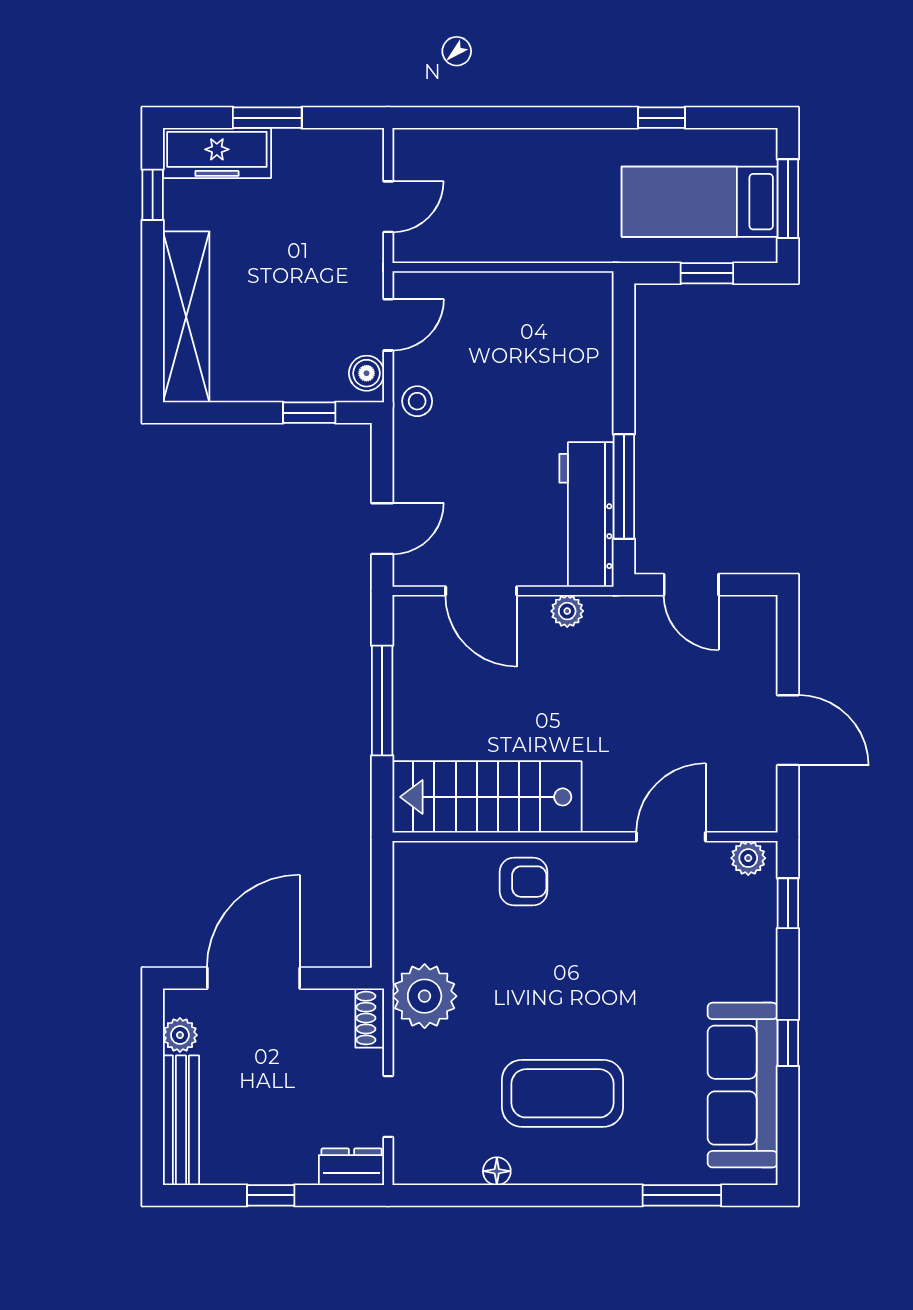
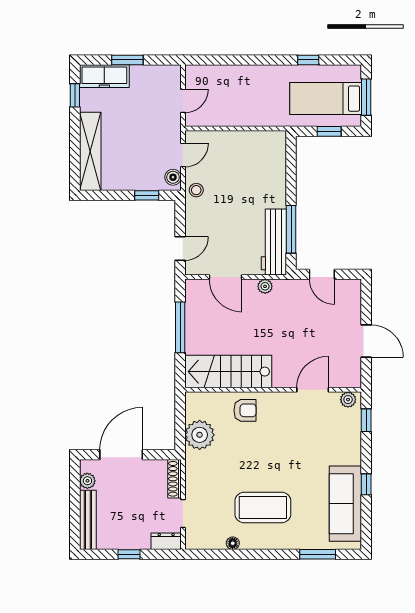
plant: (425, 996) -> (200, 435), moved
shoe rack: (370, 1018) -> (174, 479), width x1.43

